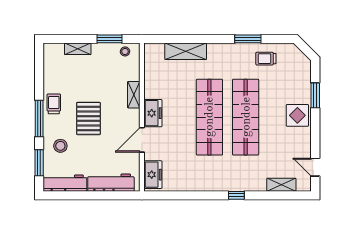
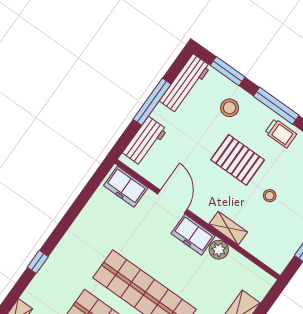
stool: (125, 51) -> (270, 196), moved
plant: (151, 91) -> (219, 250), added
workbench: (111, 183) -> (145, 141), width x0.73
window: (90, 195) -> (152, 102), added

